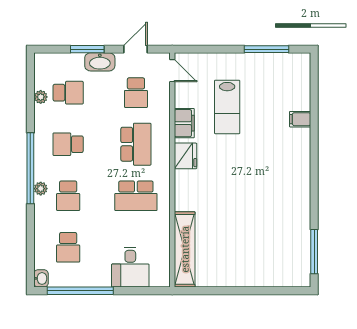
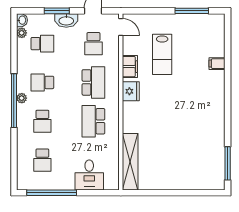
plant: (41, 97) -> (22, 33), moved
plant: (41, 189) -> (22, 98), moved
school desk: (136, 196) -> (93, 121), turned 90
washbasin: (41, 278) -> (22, 20), moved

